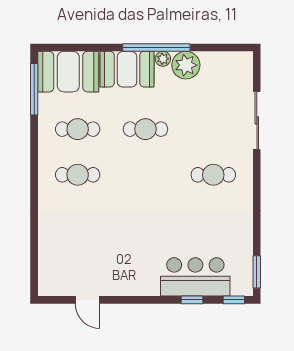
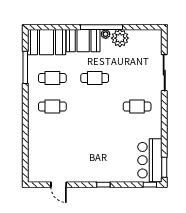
window: (34, 89) -> (25, 67), moved
bar counter: (195, 277) -> (150, 160), moved, turned -90
window: (192, 300) -> (103, 185), moved

